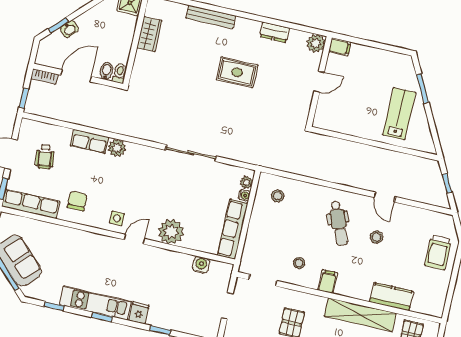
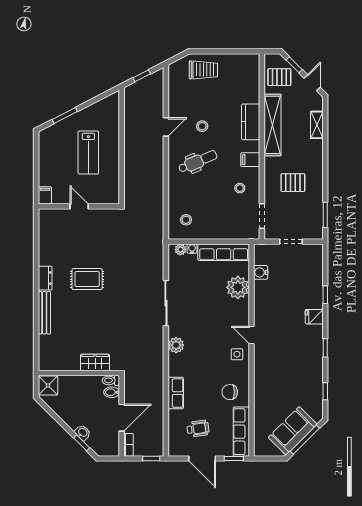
dresser: (275, 32) -> (45, 278), moved
wardrobe: (149, 34) -> (95, 362), moved
plant: (316, 43) -> (47, 217), removed
rug: (237, 72) -> (87, 279), turned 90
door: (76, 76) -> (122, 418), swing flipped
lab bench: (399, 114) -> (88, 153), moved, turned -90
plant: (117, 148) -> (176, 345), moved
plant: (171, 232) -> (238, 287), moved
kitchen counter: (391, 297) -> (251, 122), moved
kitchen unit: (95, 303) -> (314, 356), removed

